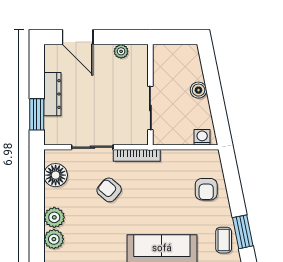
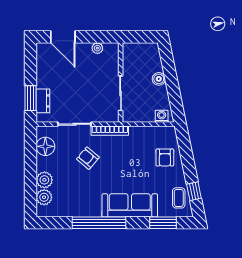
dresser: (52, 94) -> (43, 101), moved, width x0.70
window: (243, 232) -> (194, 191), width x0.67

